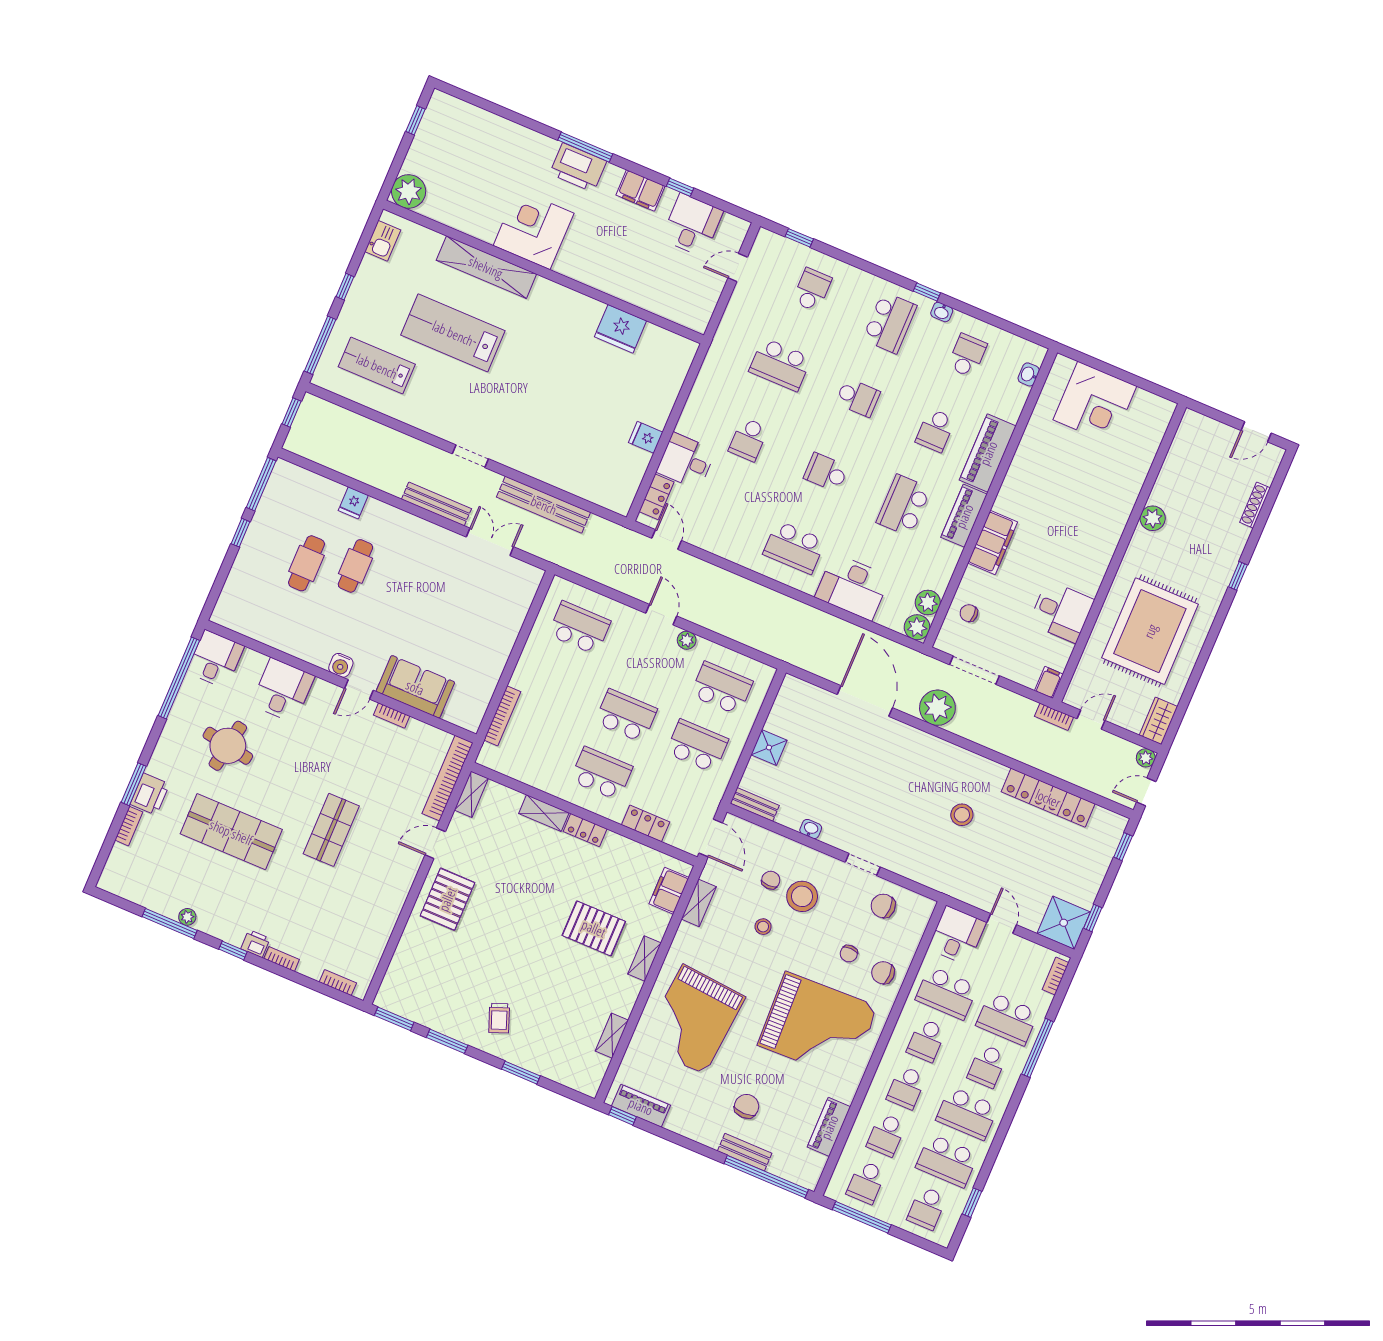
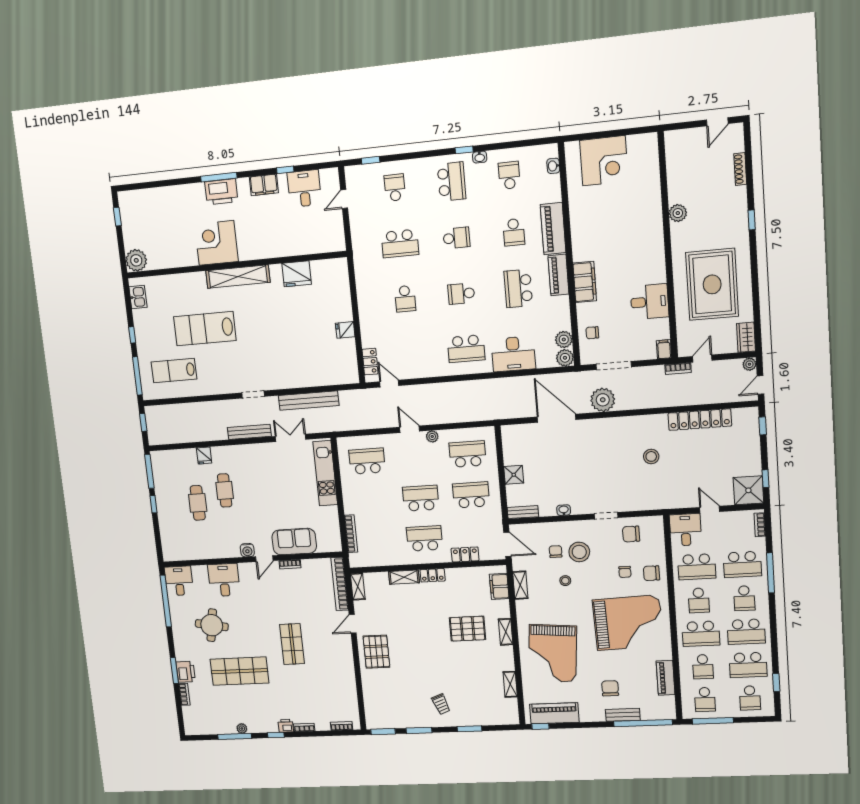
shelving: (486, 267) -> (238, 277), moved
desk: (686, 461) -> (376, 331), removed
kitchen unit: (512, 615) -> (325, 473), added
school desk: (906, 1088) -> (701, 634), width x1.85
piano: (641, 1106) -> (554, 713), width x1.37, depth x1.33

